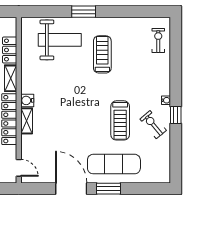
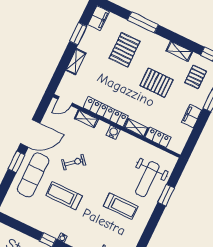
window: (84, 12) -> (166, 195), moved
shelving: (27, 121) -> (86, 119), moved
exercise bike: (153, 125) -> (74, 162), moved

